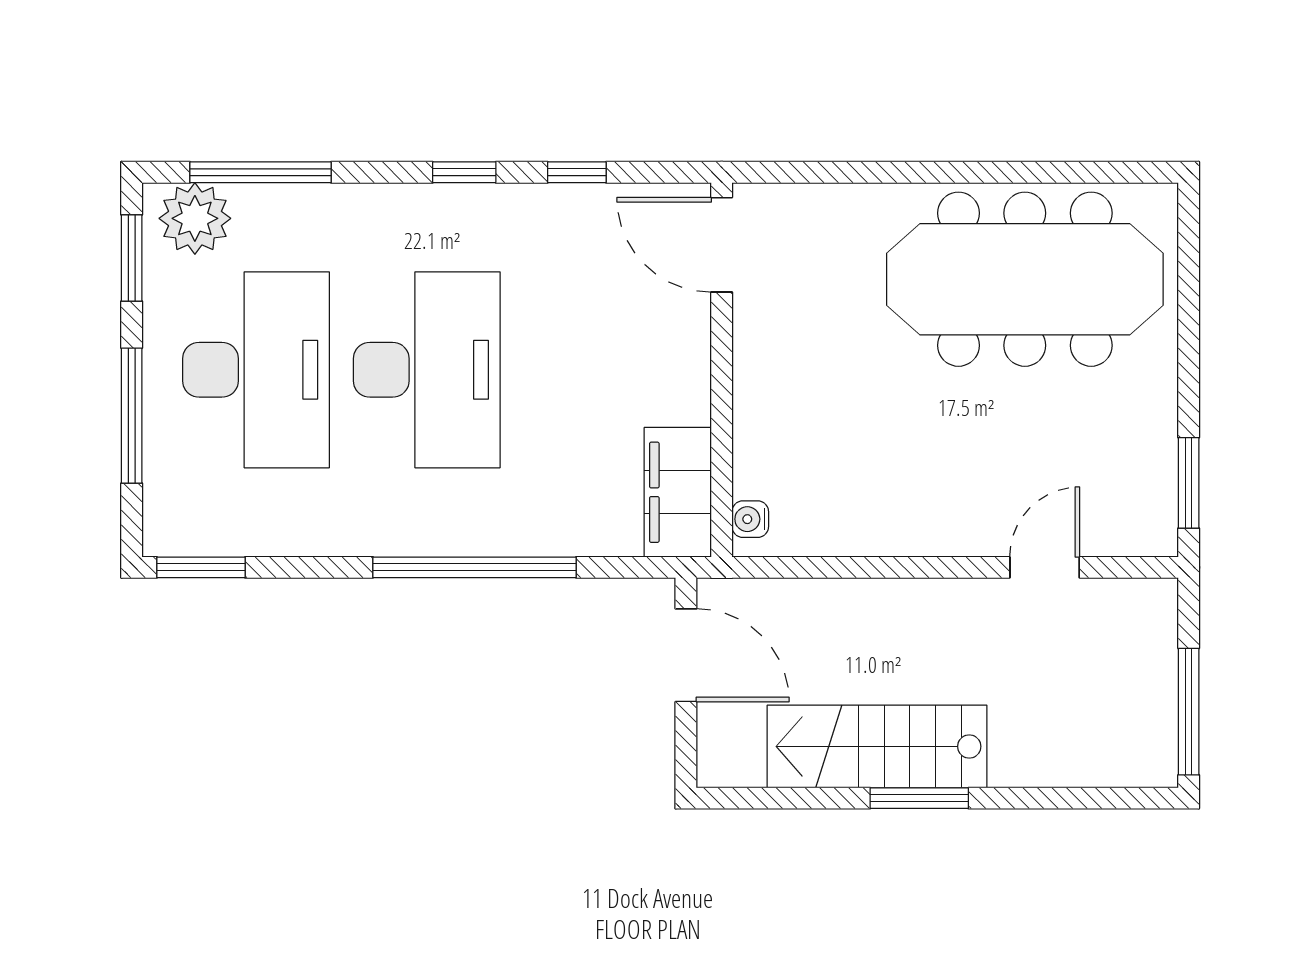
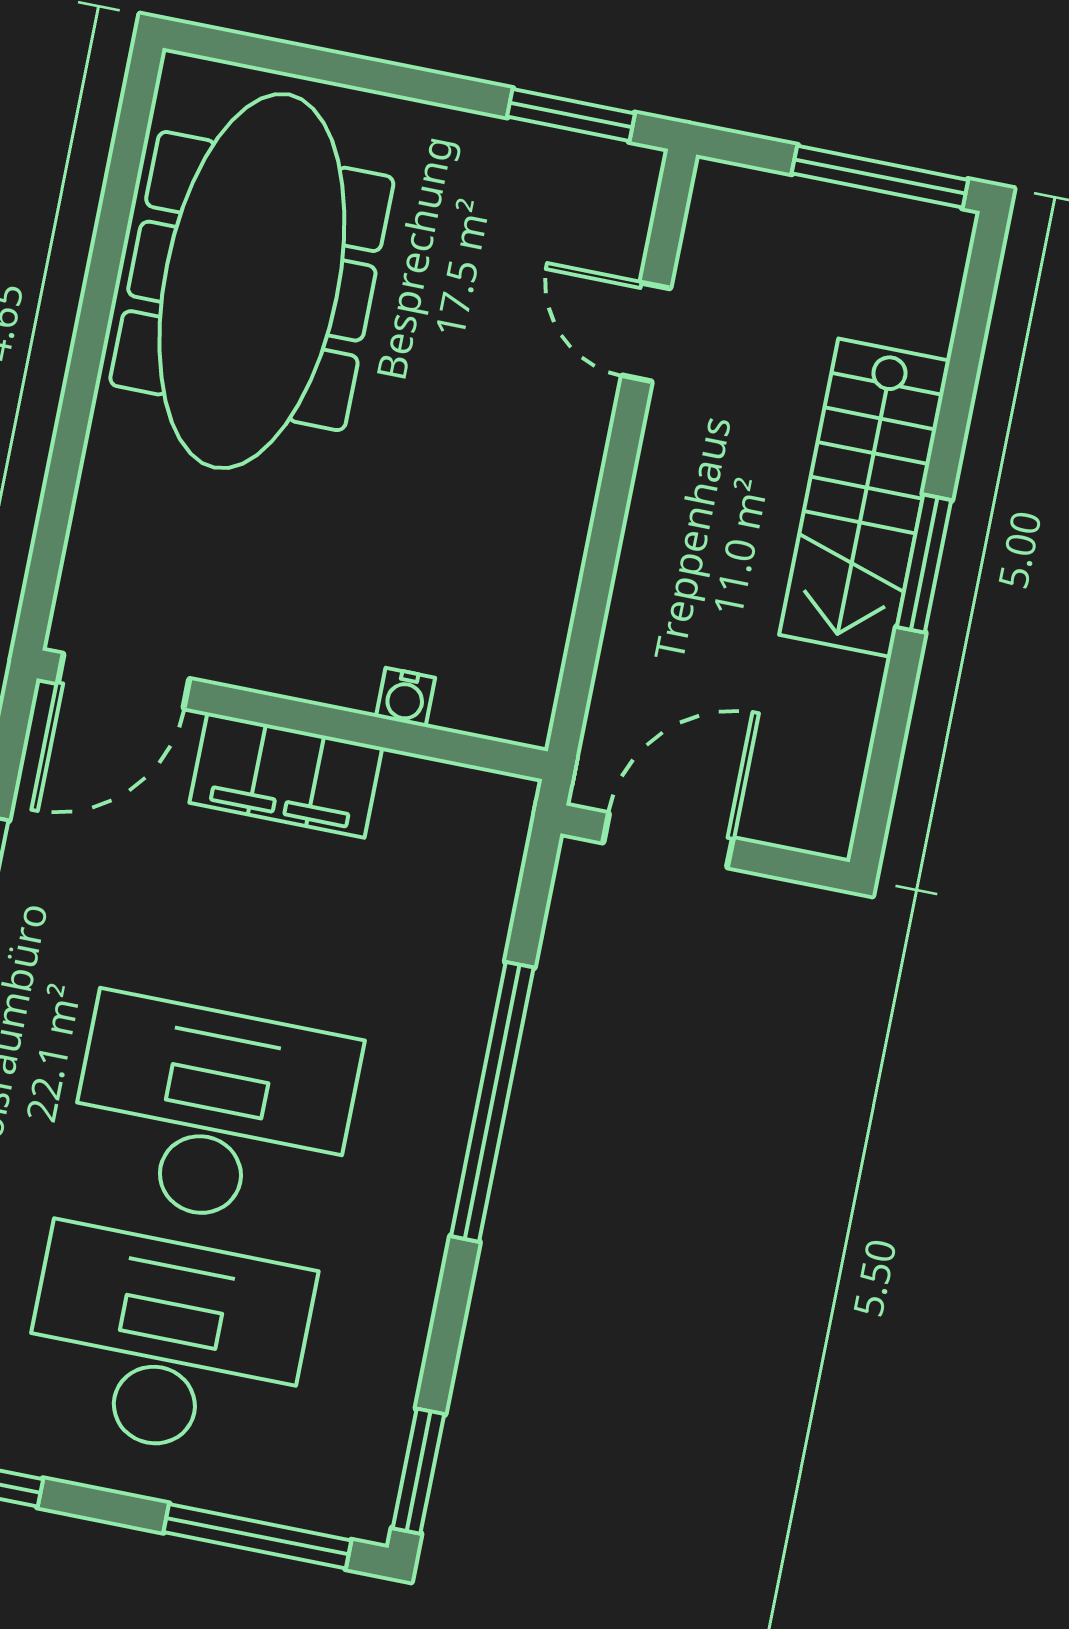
window: (132, 416) -> (257, 1536), moved
filing cabinet: (678, 492) -> (286, 775), moved
water cooler: (750, 519) -> (405, 697), moved
stairs: (877, 746) -> (865, 498), moved

